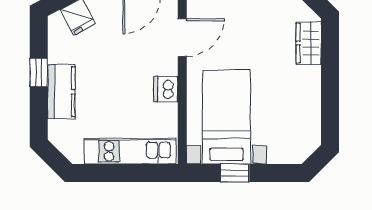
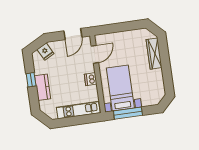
wardrobe: (309, 43) -> (154, 54), width x1.50
window: (235, 173) -> (128, 113), width x2.17

